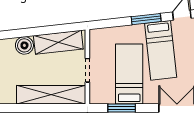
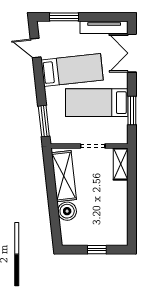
window: (146, 19) -> (44, 121), moved
shelving: (51, 95) -> (121, 164), width x0.45, depth x0.75

